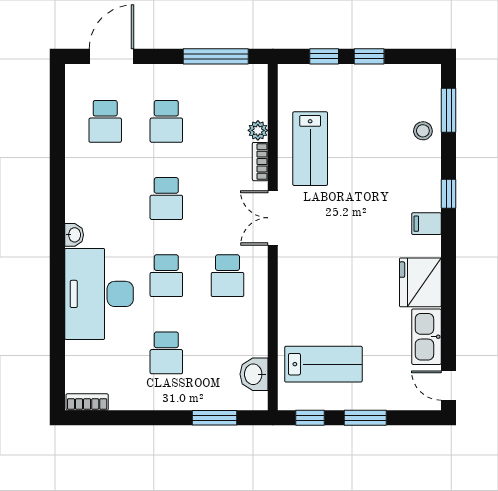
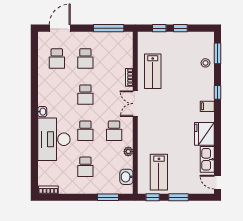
plant: (258, 130) -> (128, 152), moved
lab bench: (323, 364) -> (159, 172), turned 90

